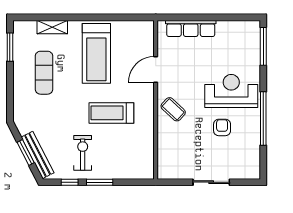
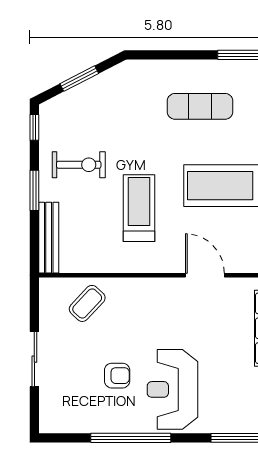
reception desk: (231, 91) -> (172, 389), turned 180
coffee table: (173, 109) -> (87, 303), moved
bench: (38, 155) -> (49, 238), moved, turned -63
window: (70, 182) -> (34, 127), moved

